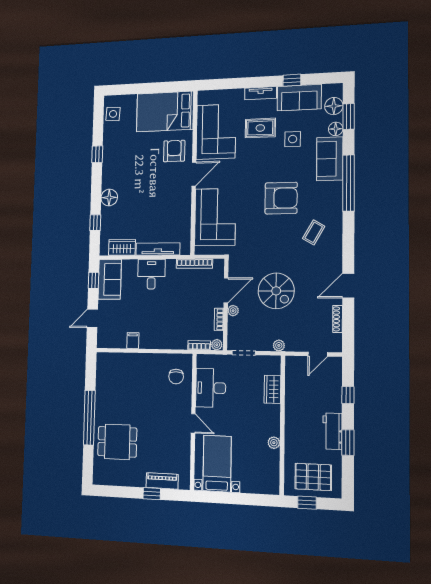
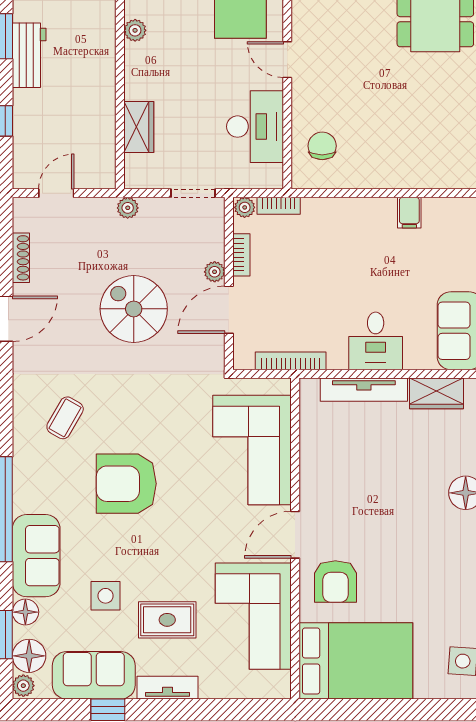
plant: (337, 90) -> (23, 686), added

